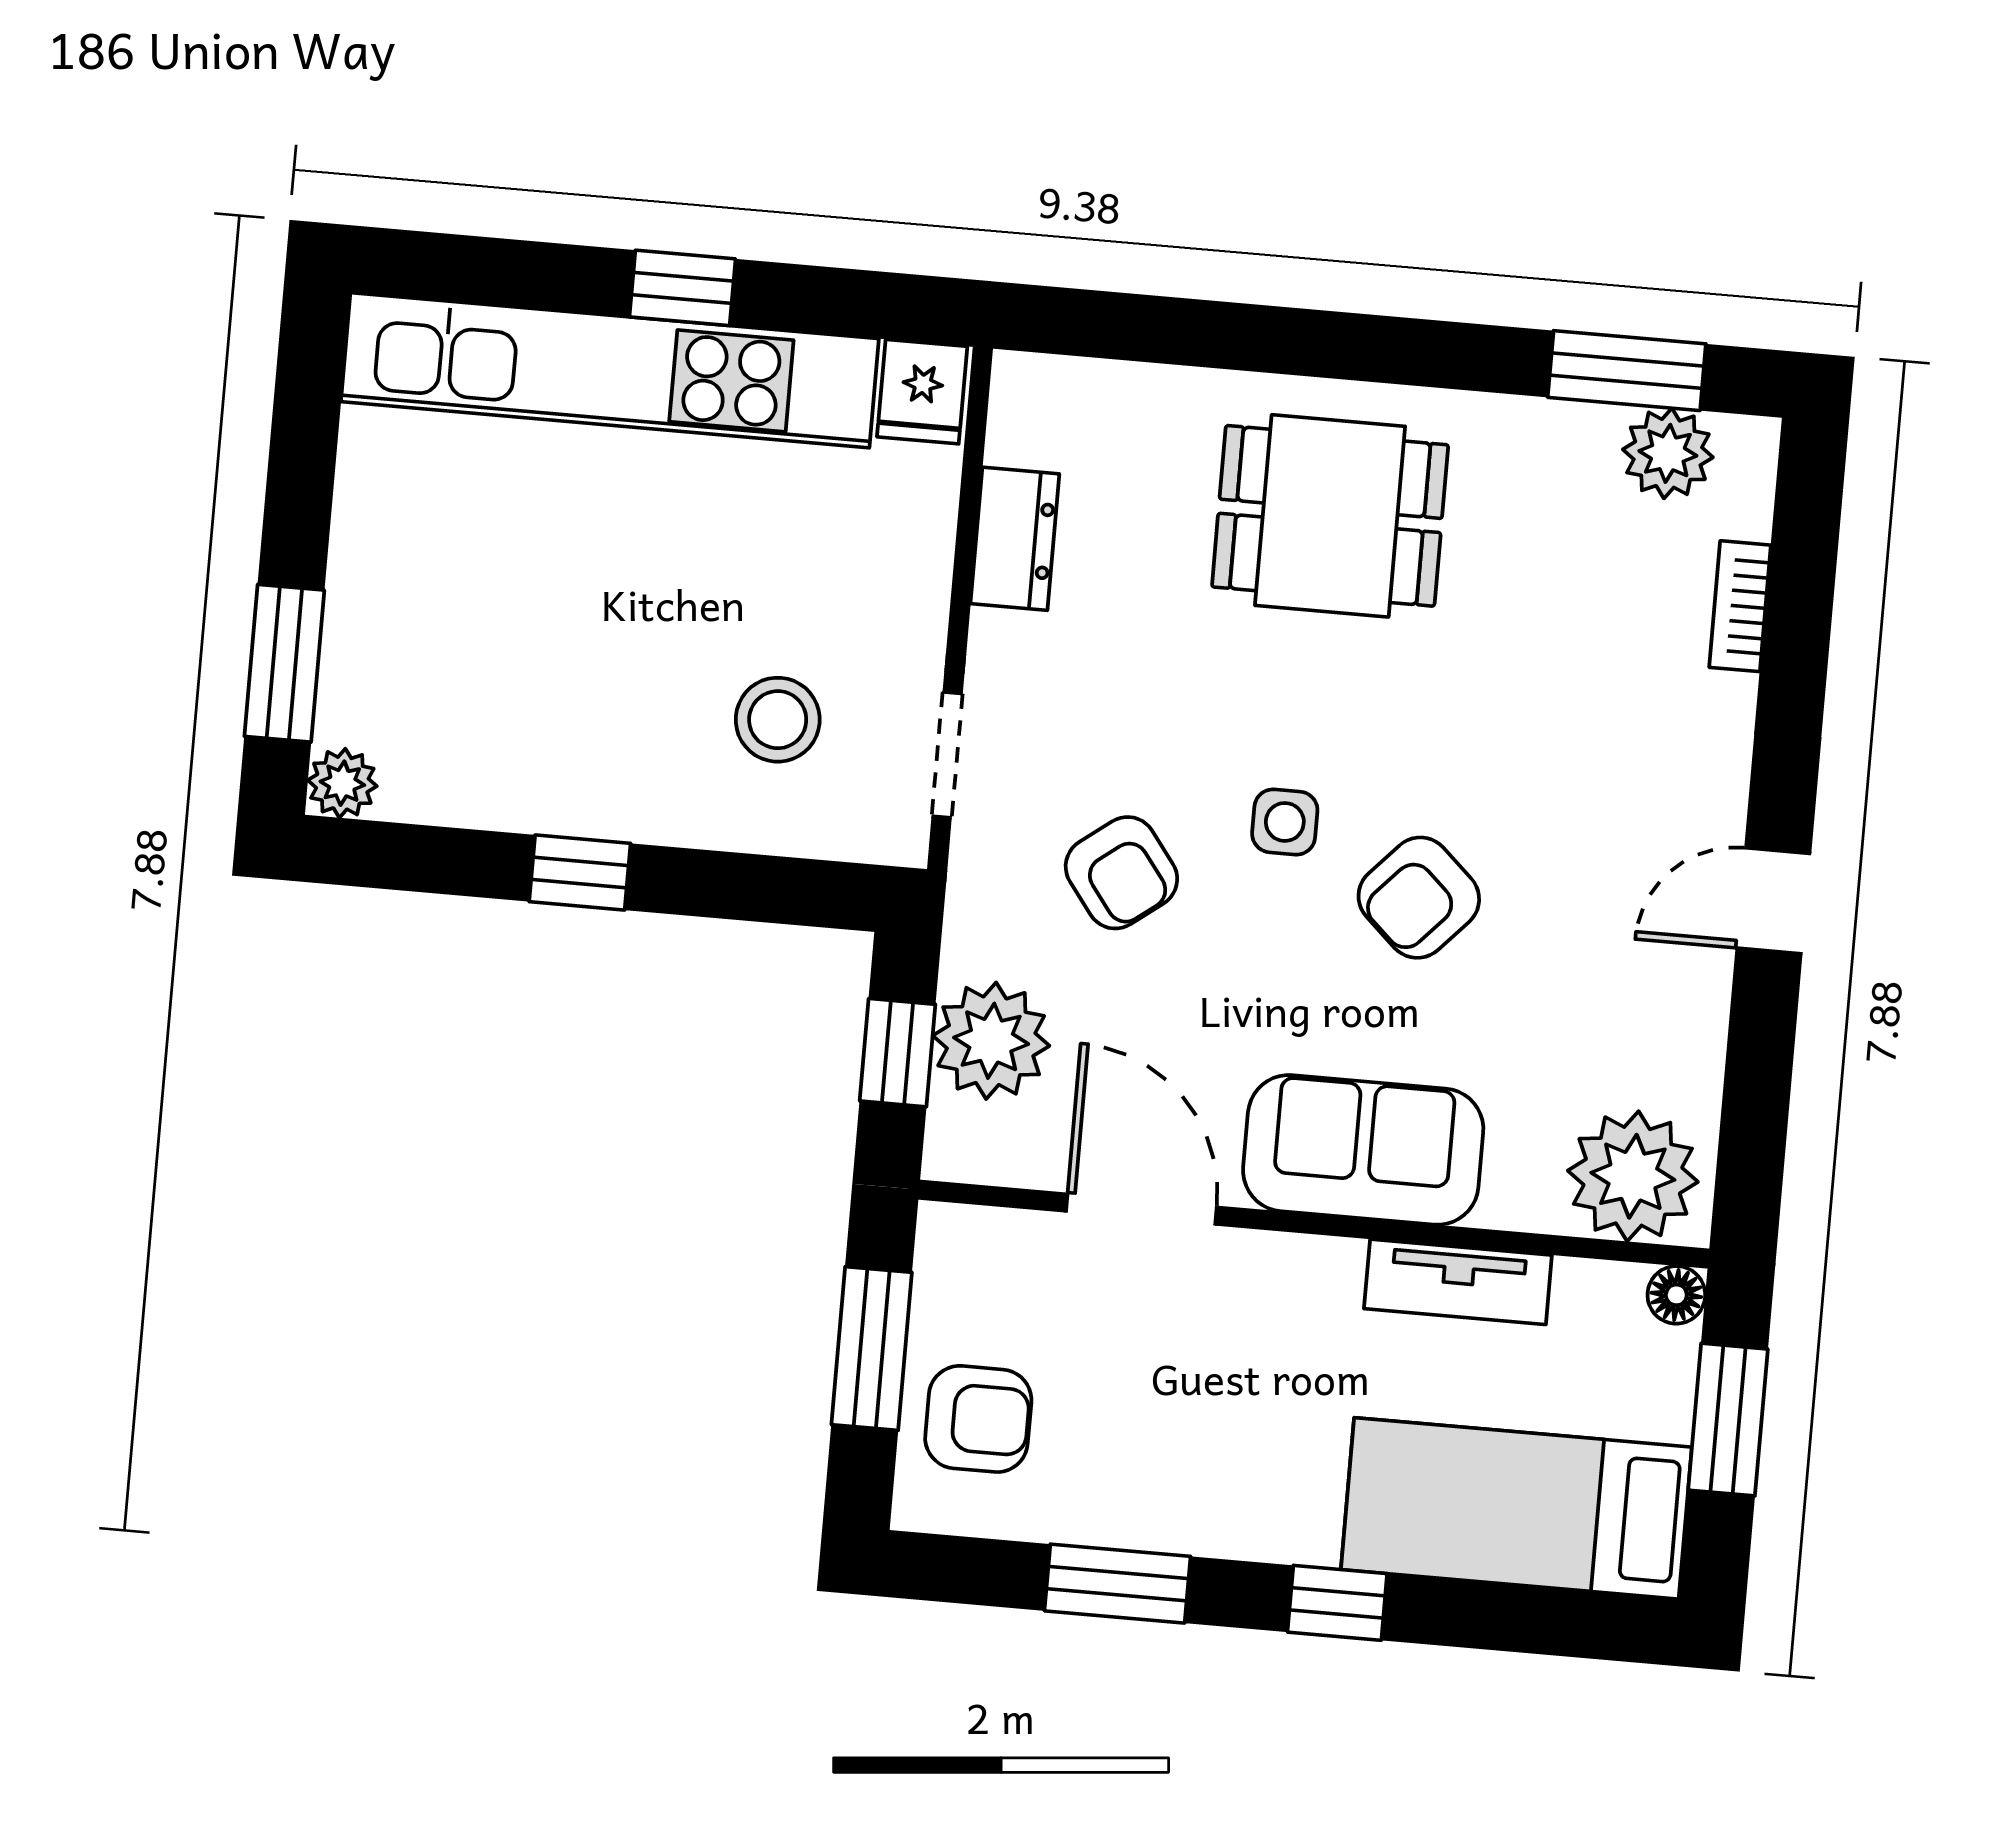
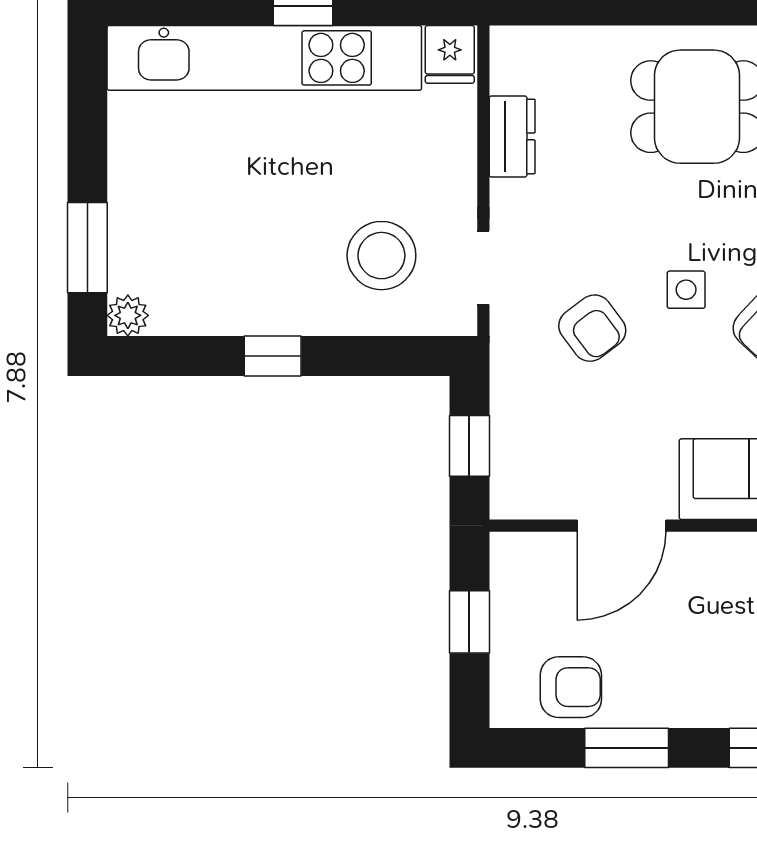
stool: (778, 720) -> (381, 256), width x1.38, depth x1.38
plant: (991, 1041) -> (524, 434), removed
door: (1141, 1209) -> (621, 526), swing flipped
window: (872, 1349) -> (469, 622), width x0.67
armchair: (978, 1419) -> (571, 687), moved

